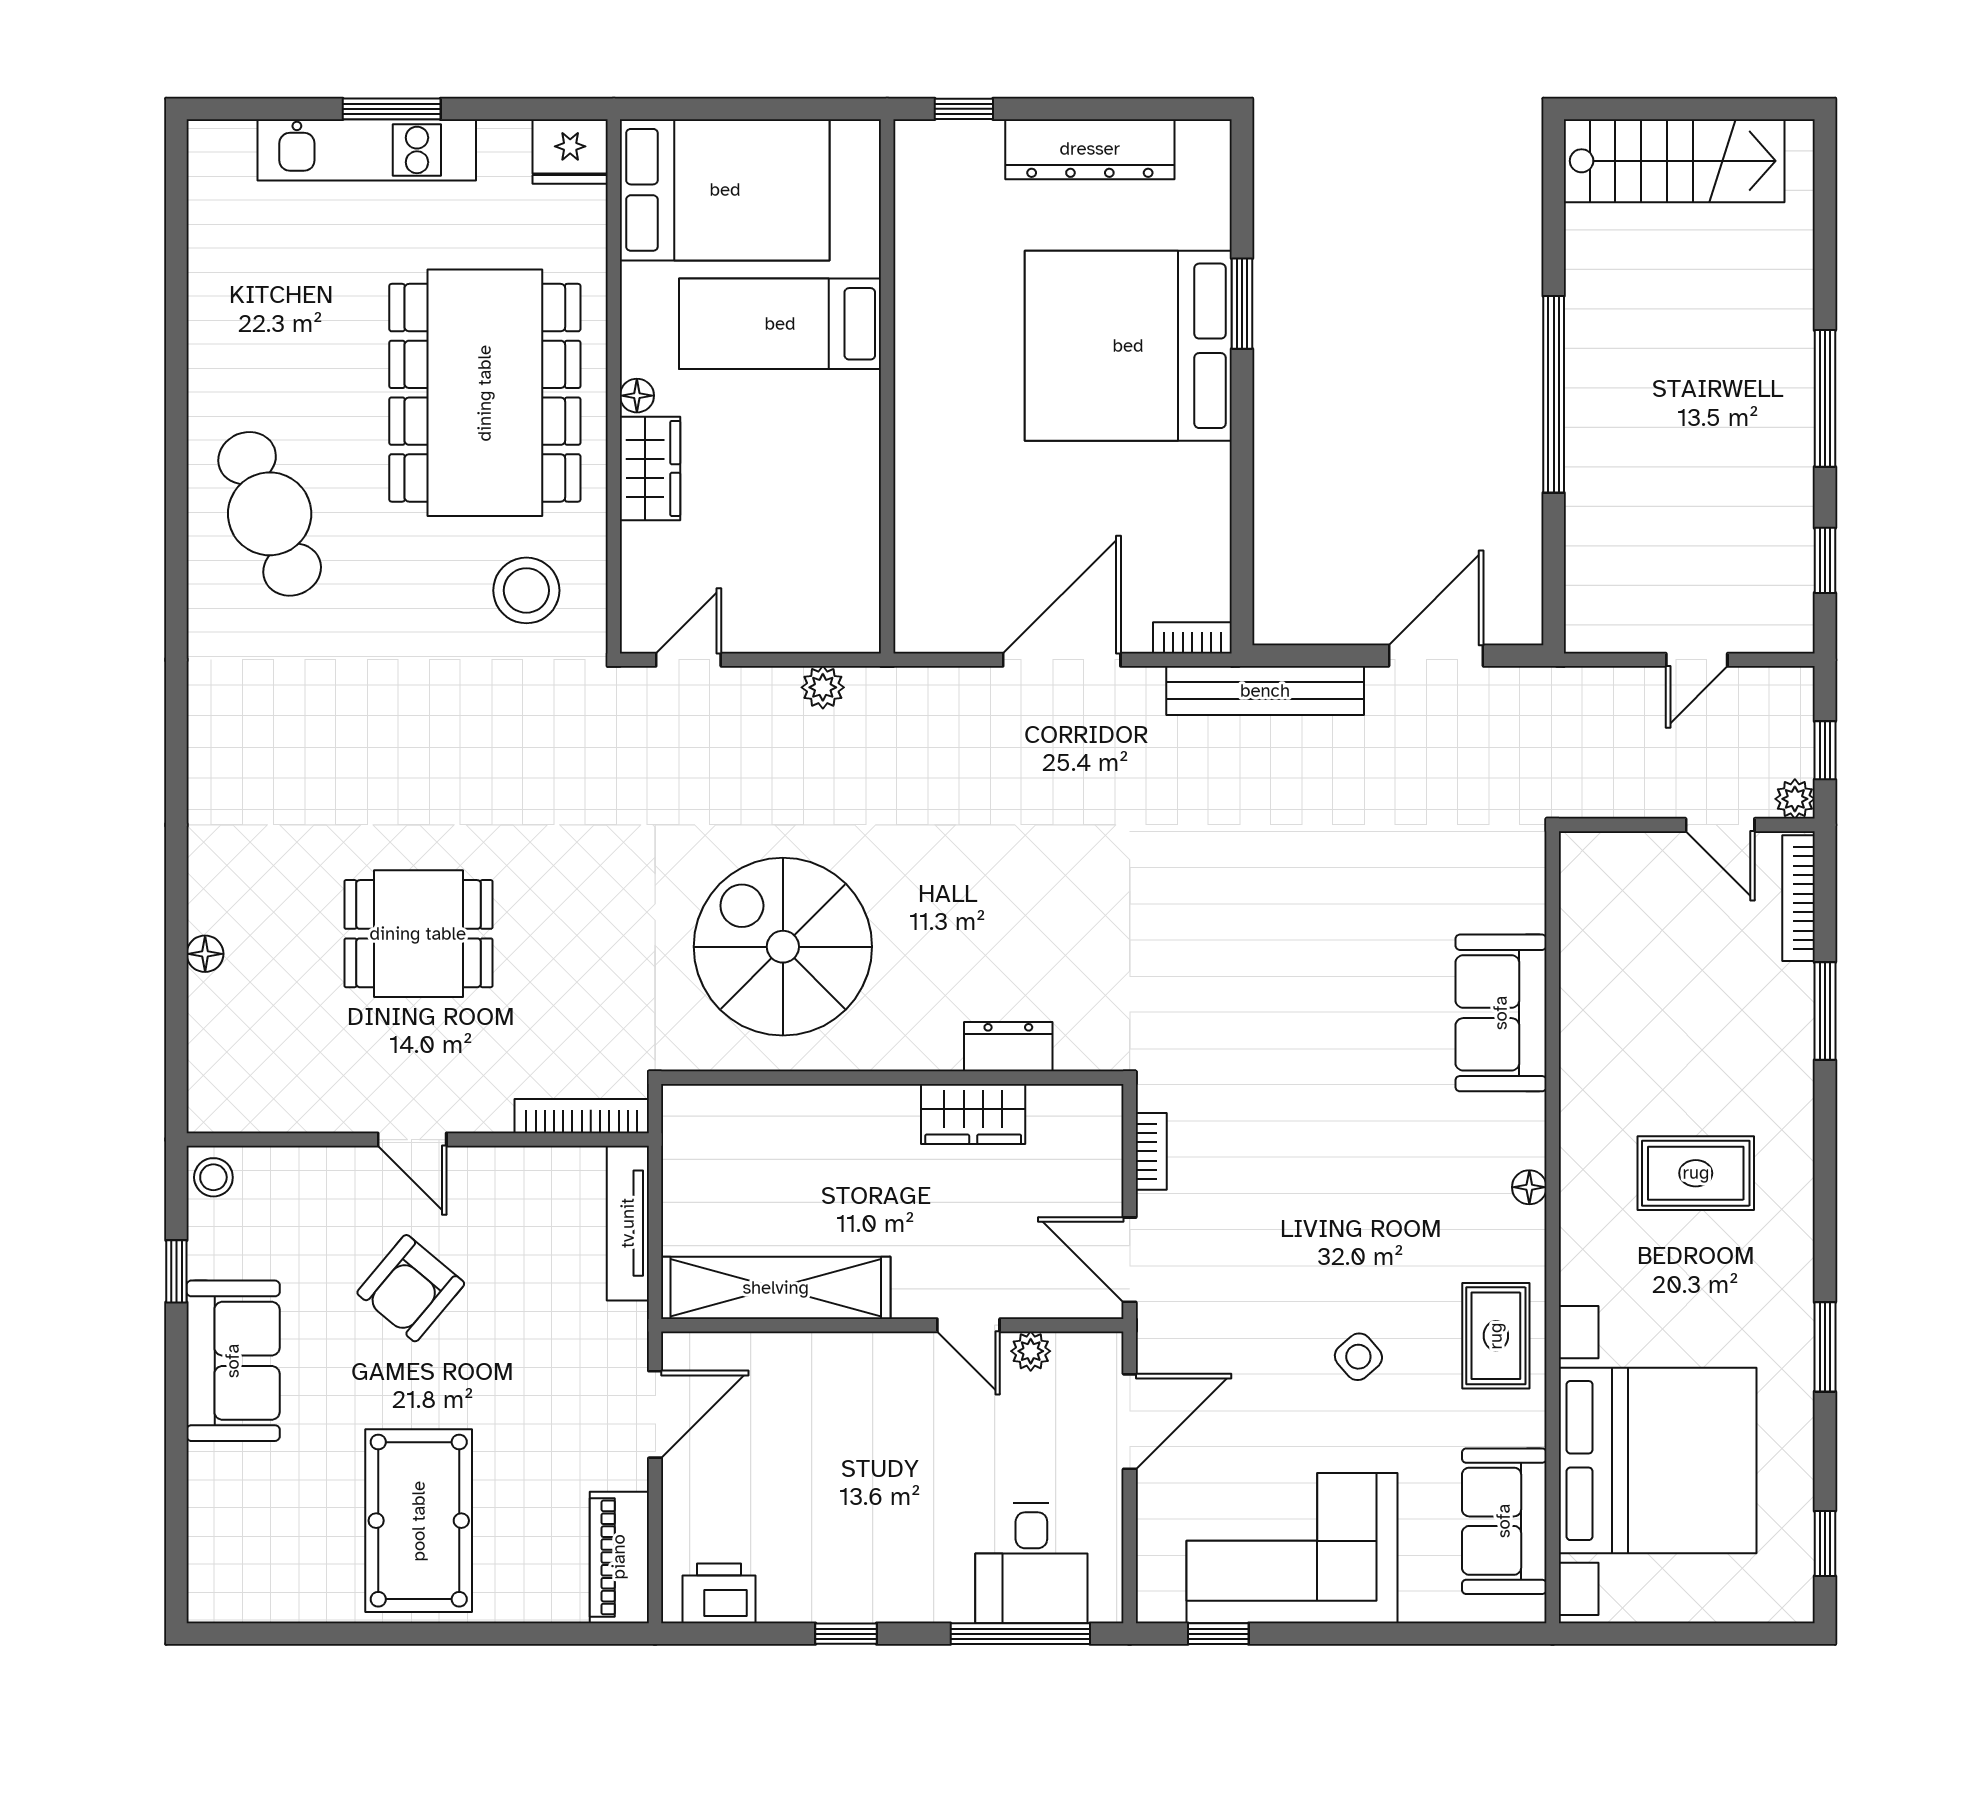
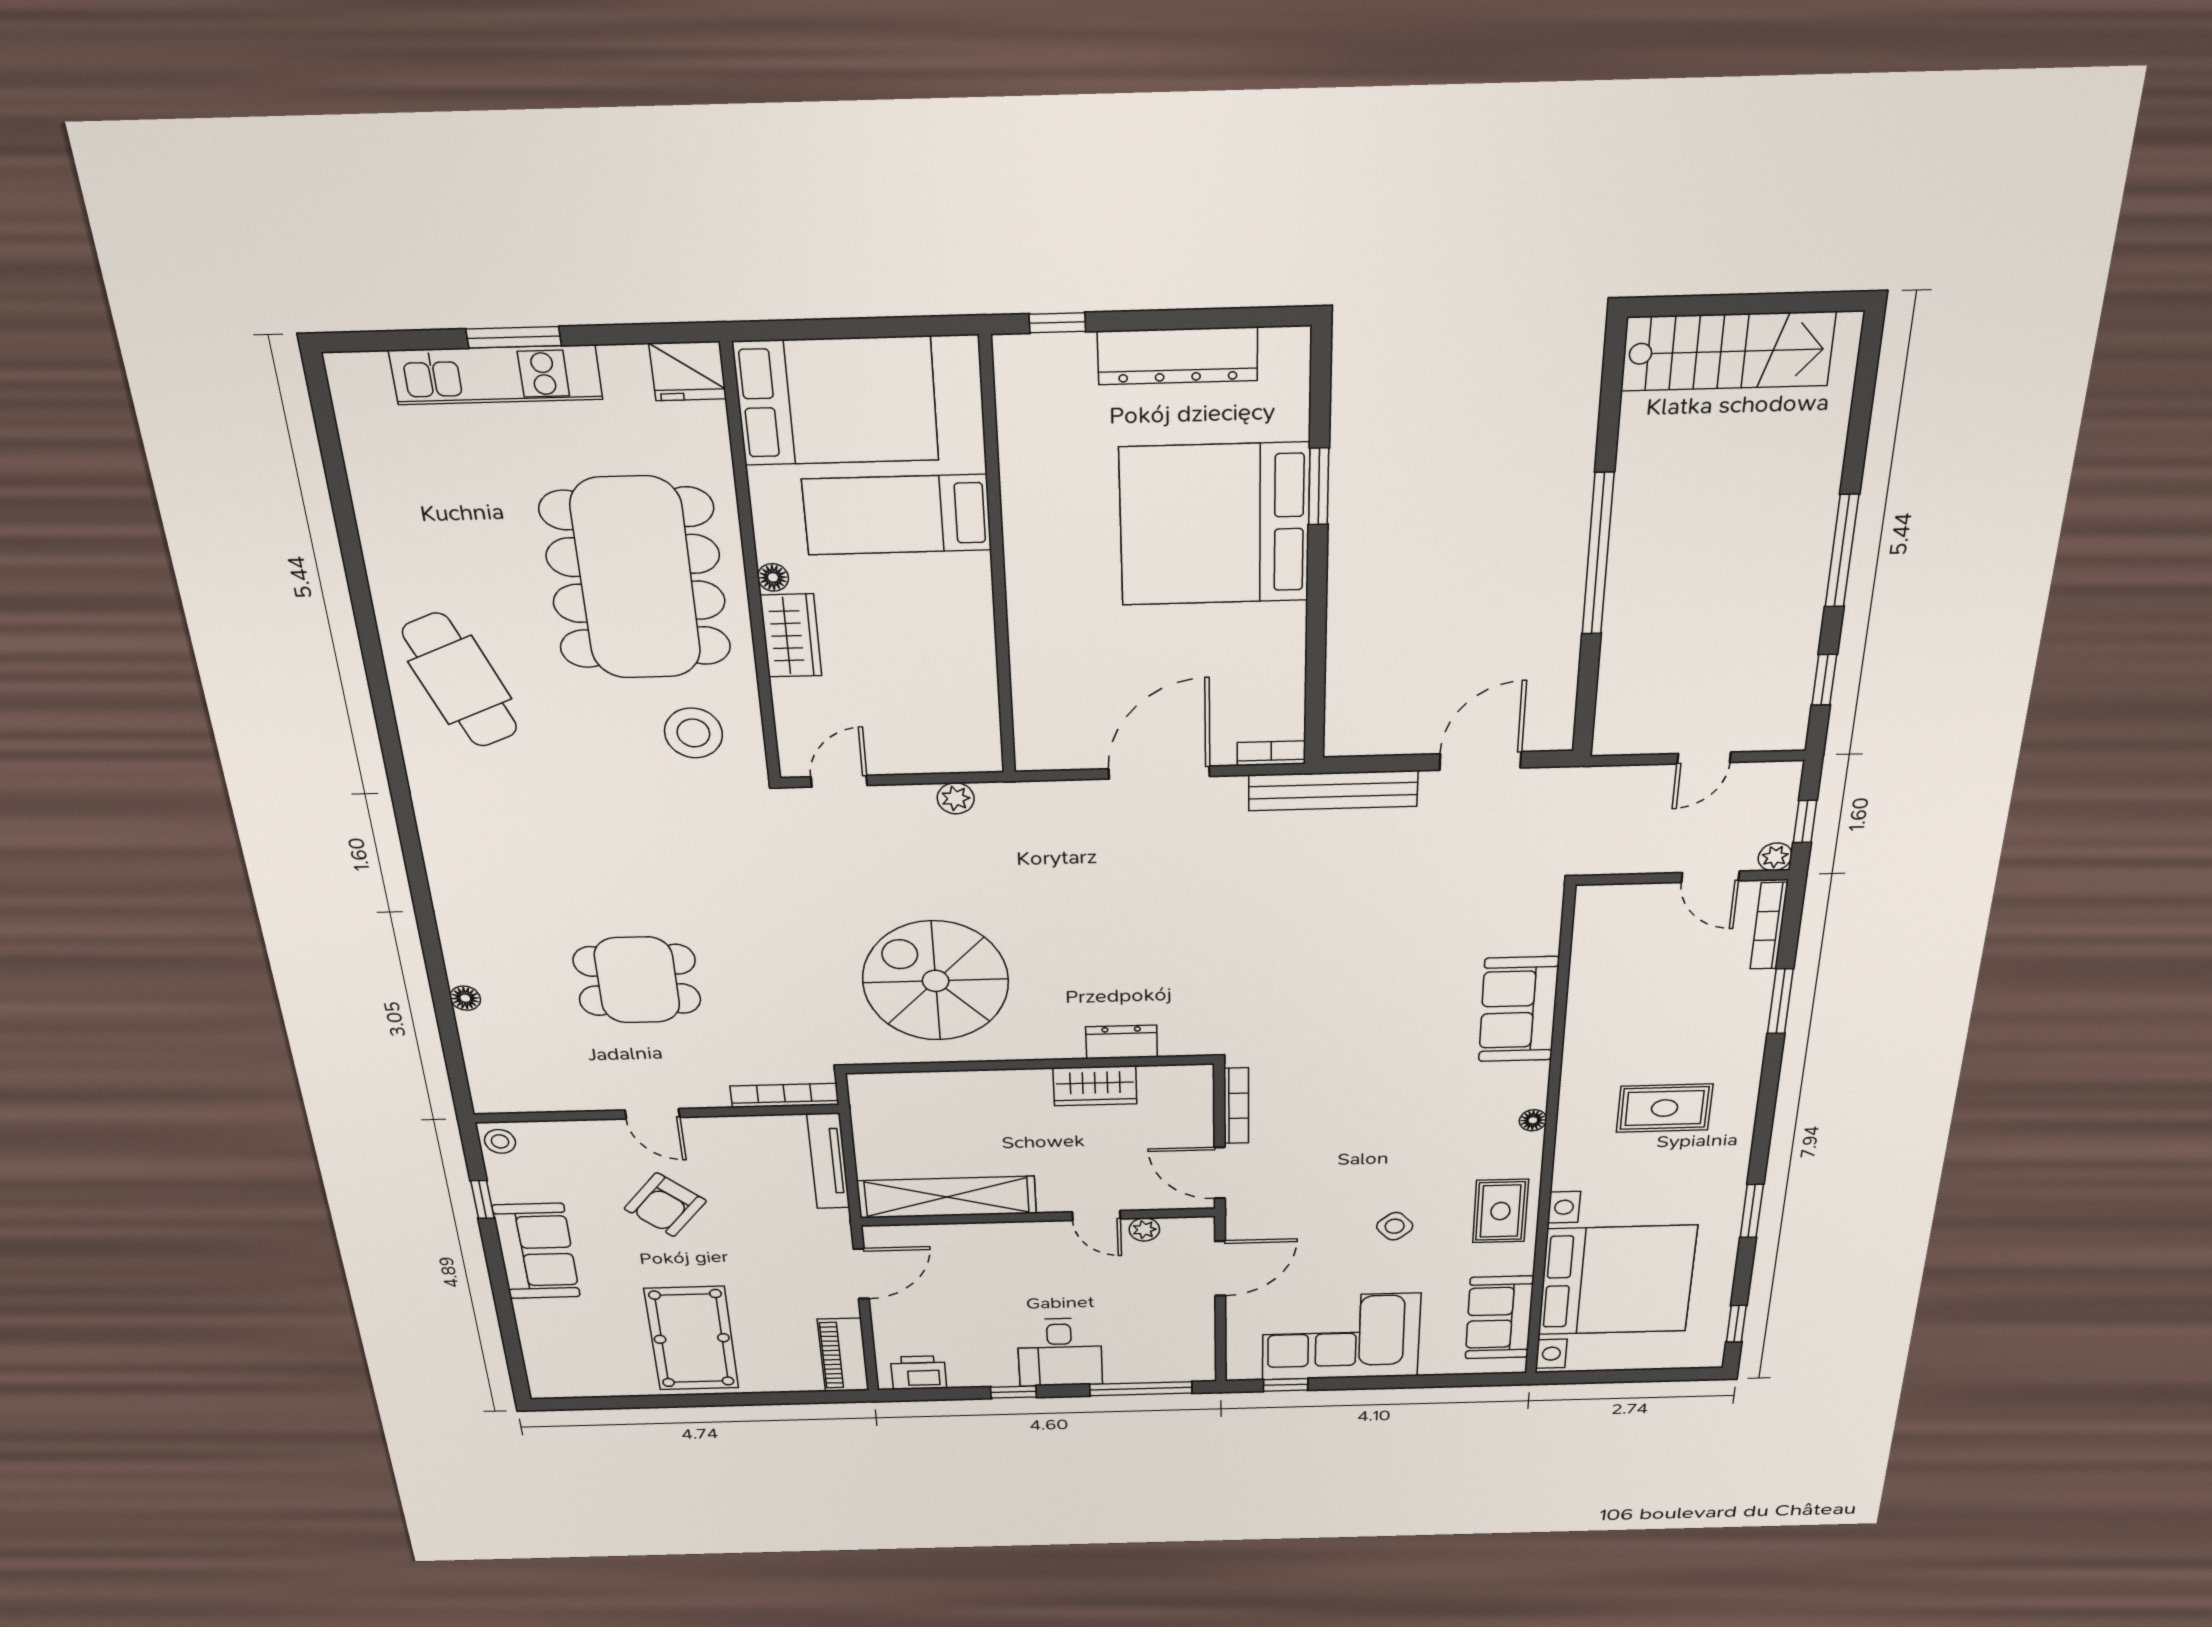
bookcase: (1151, 1151) -> (1236, 1106), width x1.56
desk: (1031, 1563) -> (1060, 1352), moved

